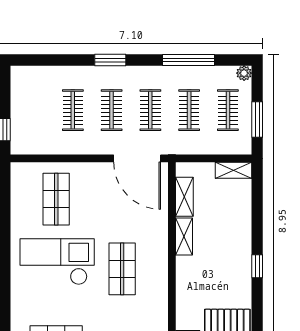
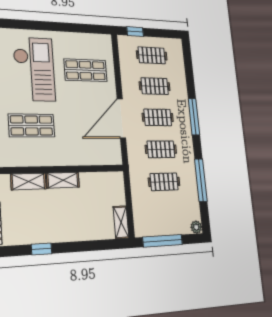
window: (110, 60) -> (194, 117), width x1.44
clothes rail: (228, 110) -> (152, 55), moved
window: (257, 120) -> (163, 241), width x1.44
door: (137, 158) -> (121, 118), moved
shelving: (184, 197) -> (28, 181), moved

